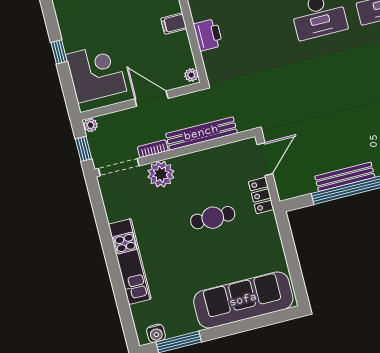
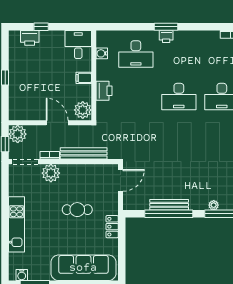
corner desk: (96, 73) -> (26, 97), removed
plant: (191, 75) -> (83, 110), width x1.88, depth x1.88
plant: (90, 125) -> (18, 134), width x1.87, depth x1.87
locker: (261, 196) -> (112, 227), moved

